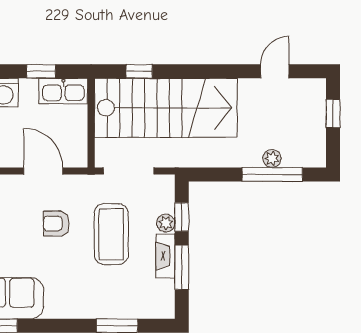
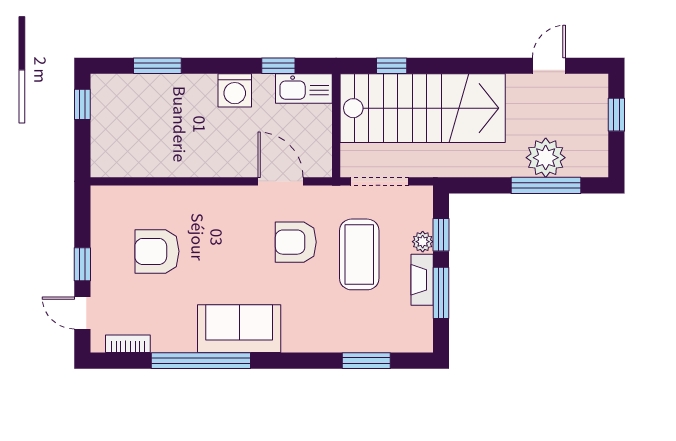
plant: (272, 158) -> (546, 158), width x1.88, depth x1.88
armchair: (56, 223) -> (296, 242), width x1.38, depth x1.38

